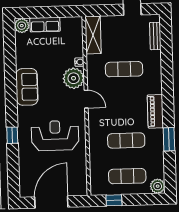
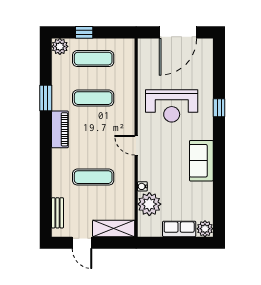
shelving: (93, 35) -> (114, 228), moved, turned 90
plant: (74, 78) -> (149, 204), moved
window: (114, 200) -> (84, 32), moved

